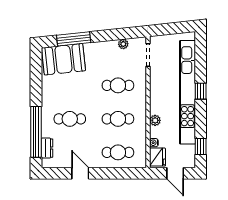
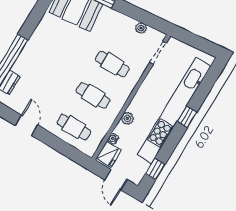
cafe table: (70, 119) -> (48, 68), removed

